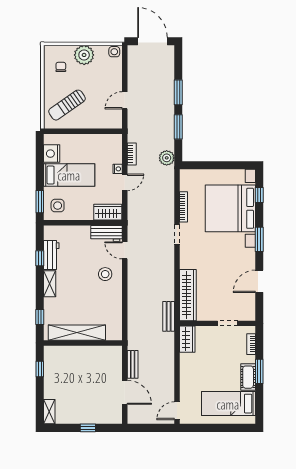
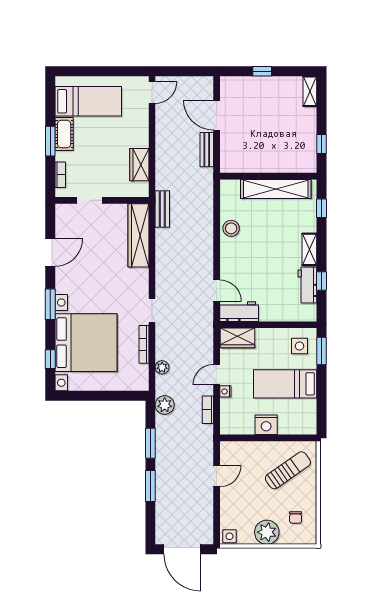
nightstand: (52, 154) -> (266, 425), moved, turned 90
plant: (169, 188) -> (162, 367), added
stool: (105, 274) -> (231, 228), moved
wardrobe: (187, 339) -> (139, 165), moved

